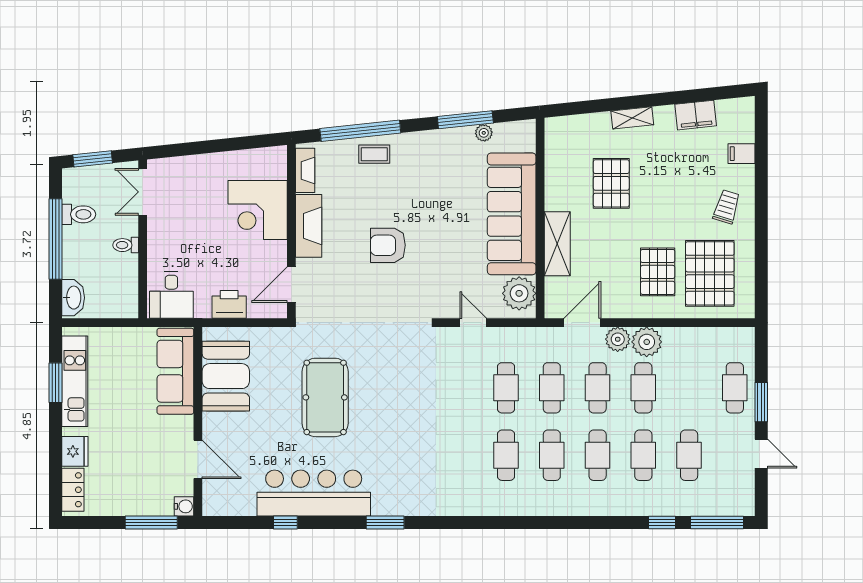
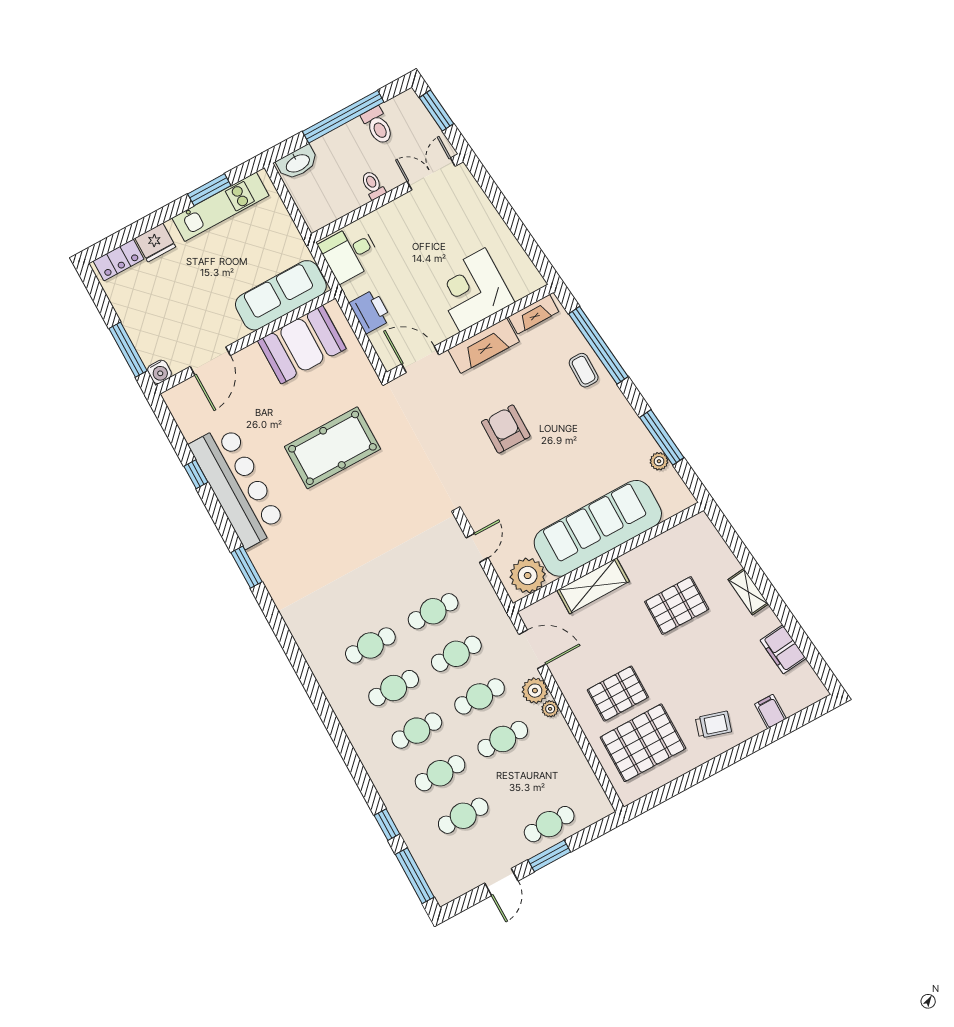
plant: (647, 342) -> (550, 709), width x0.53, depth x0.53

